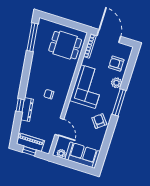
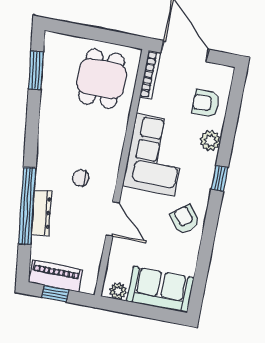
window: (32, 37) -> (36, 70), width x0.69
dining table: (65, 45) -> (102, 79), turned 90
window: (119, 102) -> (220, 178), width x0.46
window: (20, 105) -> (27, 206), width x3.17
door: (59, 127) -> (113, 219), moved

